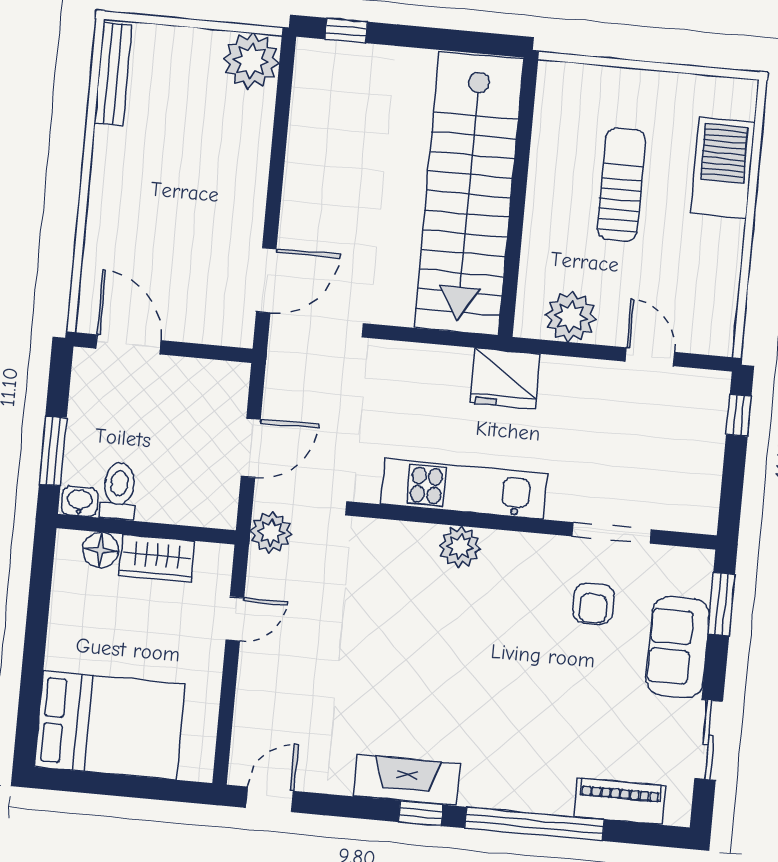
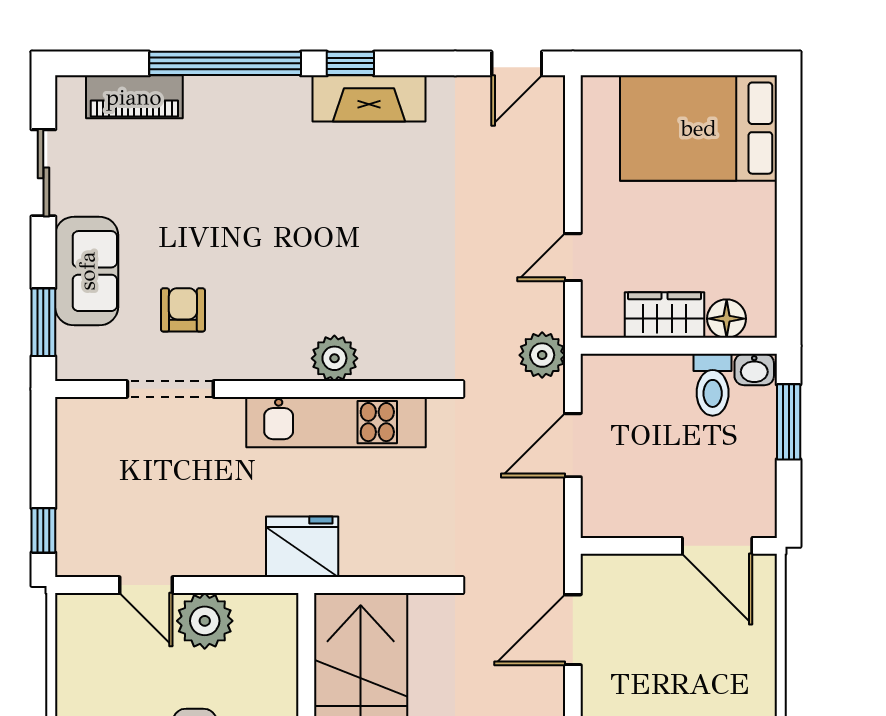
plant: (571, 317) -> (205, 621), moved

